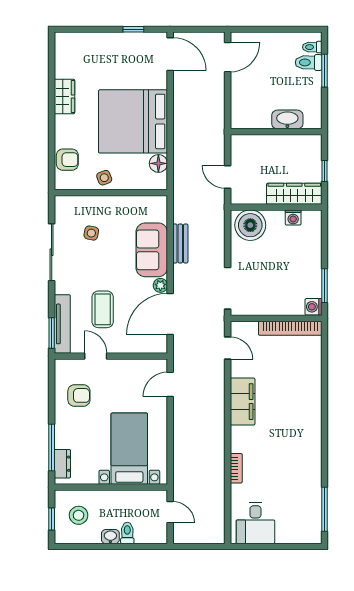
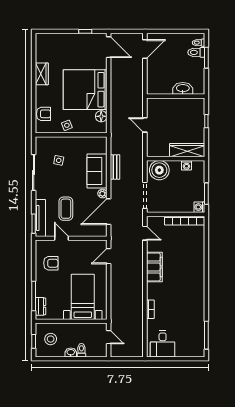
wardrobe: (294, 194) -> (187, 150), moved
wall: (276, 207) -> (176, 159), moved
washing machine: (293, 217) -> (186, 165), moved
boiler: (250, 225) -> (159, 170), moved

